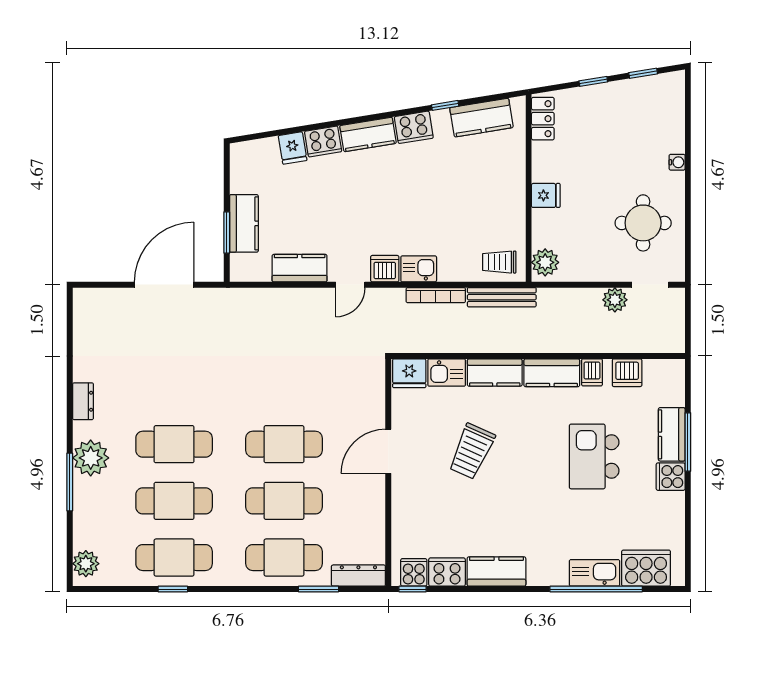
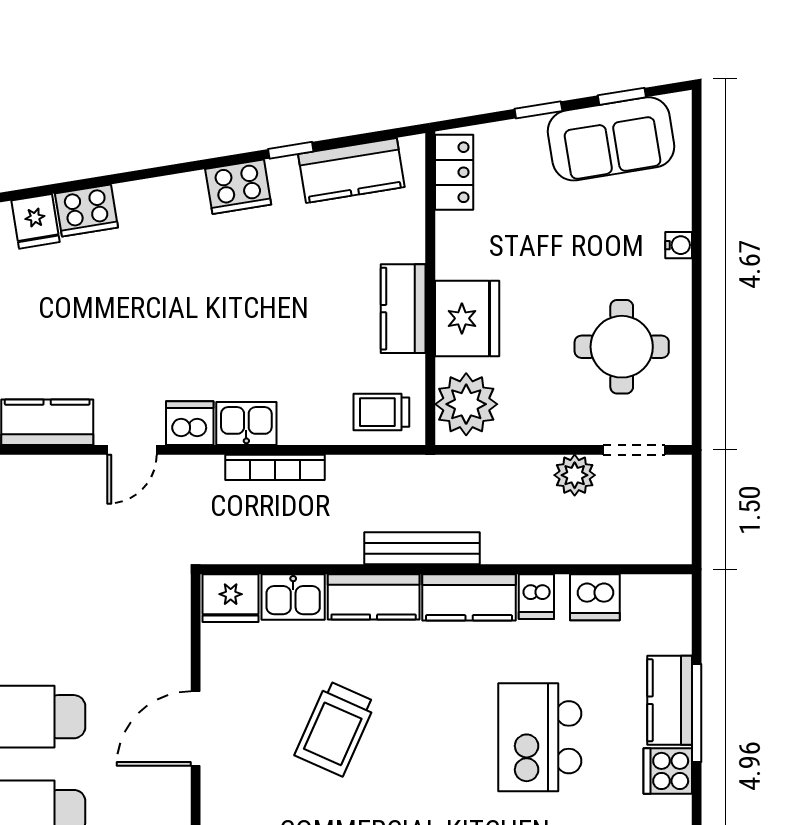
sofa: (637, 99) -> (611, 139), added
kitchen counter: (368, 134) -> (403, 309), moved, turned 99
fridge: (546, 195) -> (467, 318), width x1.88, depth x1.34
plant: (545, 262) -> (466, 404), width x1.36, depth x1.36
bench: (502, 297) -> (422, 548), moved

